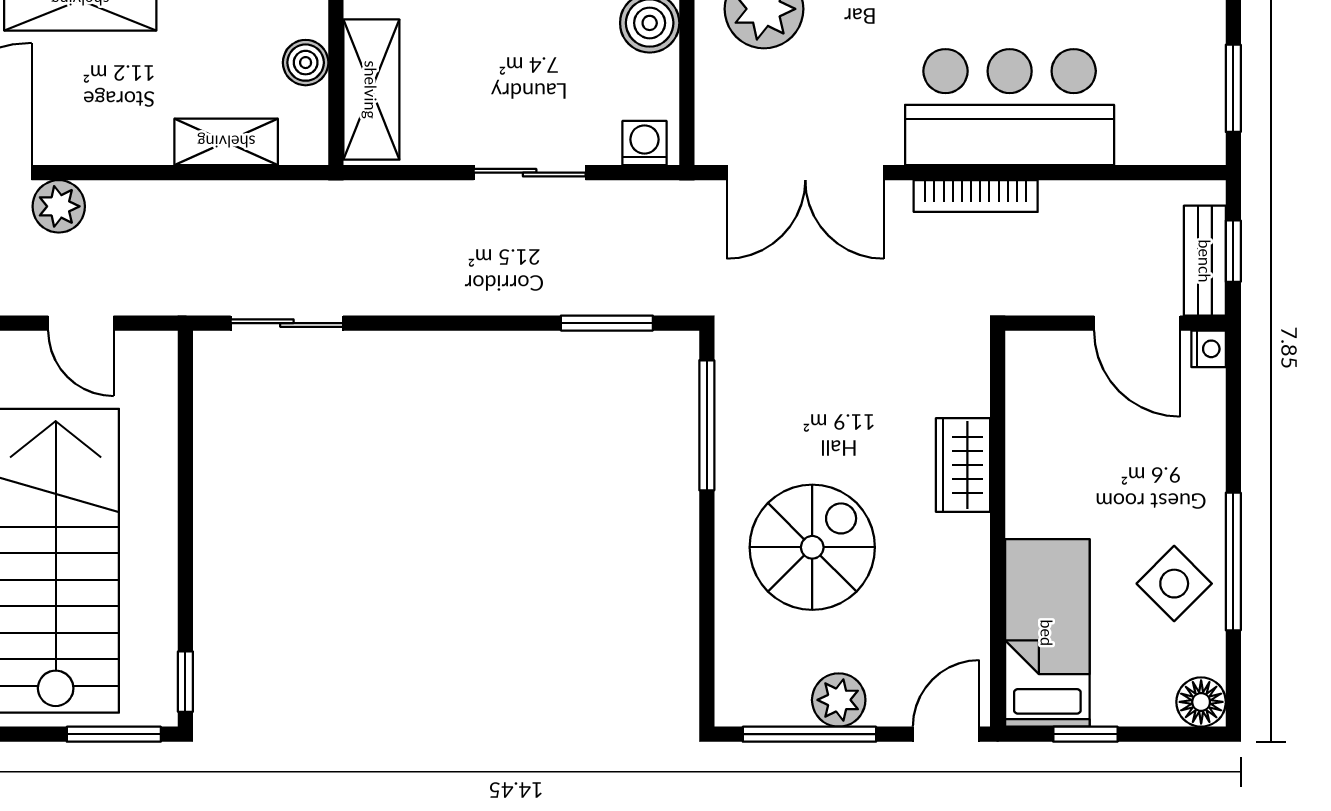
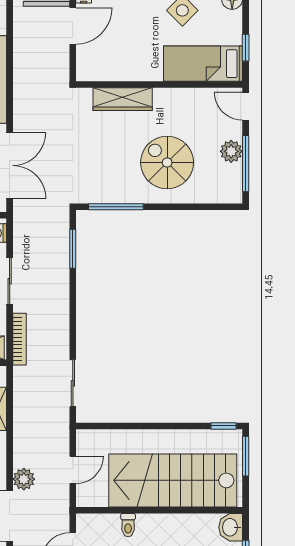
bookcase: (976, 196) -> (19, 339), moved
wardrobe: (963, 465) -> (123, 99), width x1.50

